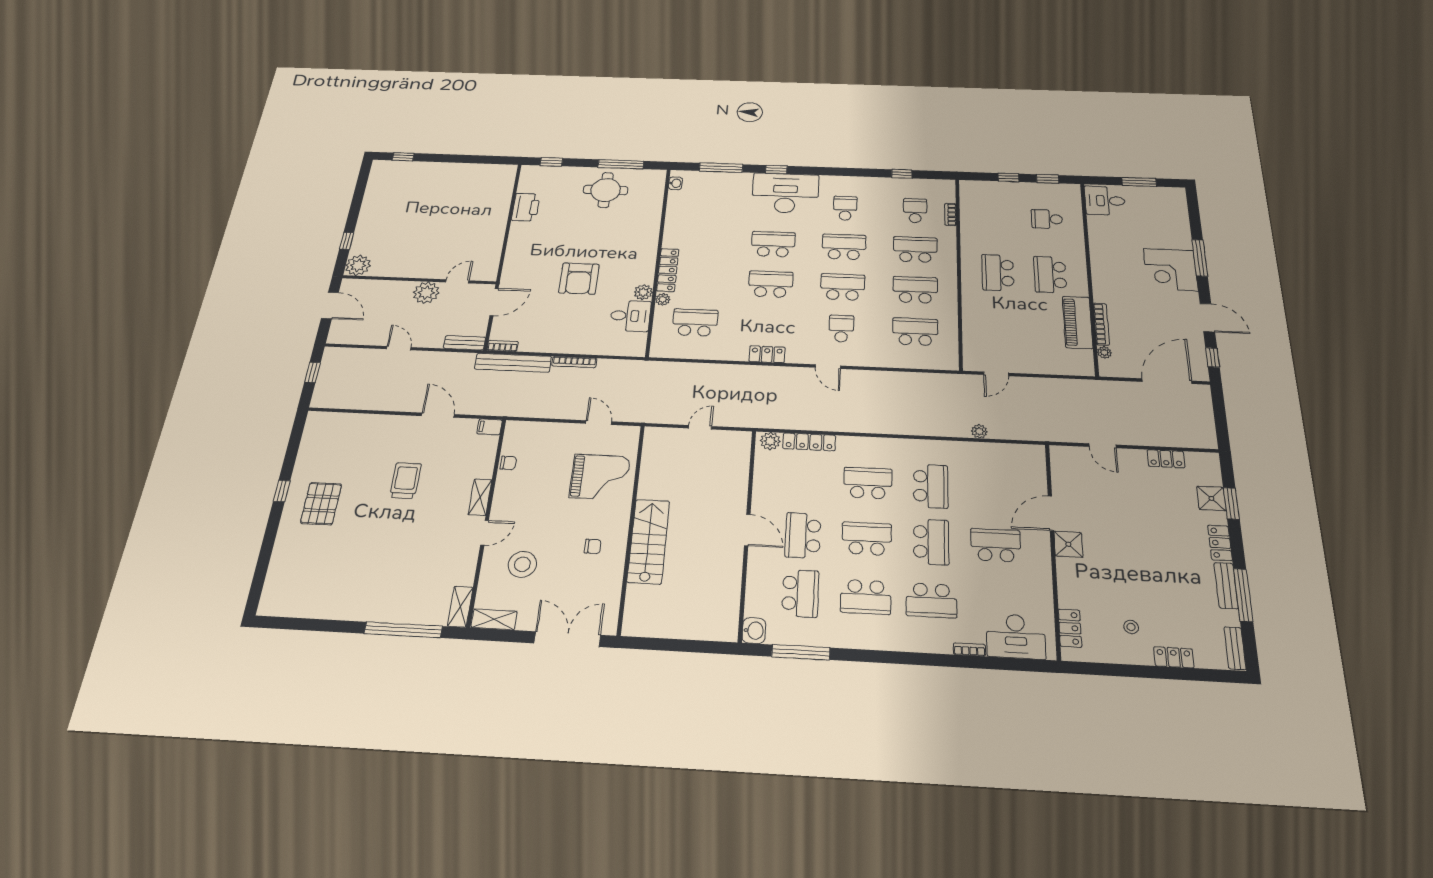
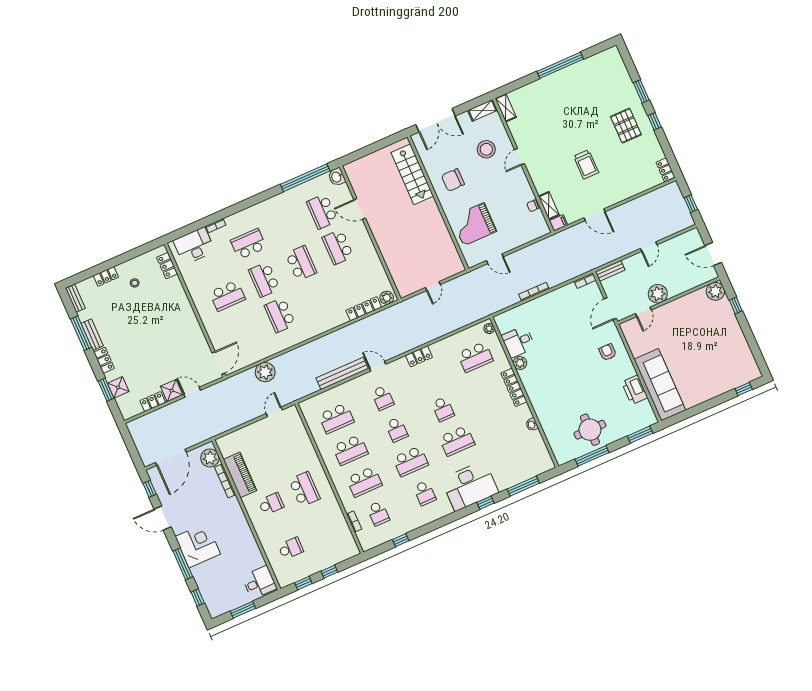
window: (551, 162) -> (640, 435), width x1.50
washbasin: (675, 183) -> (532, 425), moved
sofa: (493, 200) -> (660, 385), added
window: (1194, 216) -> (198, 598), added
school desk: (1050, 275) -> (271, 504), width x0.54
armchair: (579, 279) -> (608, 352), moved, width x0.53, depth x0.53
school desk: (771, 284) -> (443, 409), width x0.54
school desk: (843, 287) -> (397, 430), width x0.54
plant: (663, 299) -> (489, 329), moved
door: (399, 348) -> (649, 247), hinge flipped
plant: (1104, 352) -> (210, 458), width x1.87, depth x1.87
bench: (513, 363) -> (342, 373), moved
locker: (313, 426) -> (665, 170), added
plant: (979, 431) -> (265, 372), width x1.88, depth x1.88
school desk: (868, 483) -> (317, 299), removed
shelving: (480, 497) -> (549, 206), moved
door: (1051, 513) -> (218, 363), moved
door: (747, 530) -> (360, 209), moved
school desk: (803, 535) -> (338, 247), turned 180
window: (270, 537) -> (641, 91), added
school desk: (867, 539) -> (301, 263), turned -90
stairs: (648, 541) -> (412, 174), moved
shower: (1068, 544) -> (172, 391), moved
chair: (593, 546) -> (453, 180), width x1.87, depth x1.87
school desk: (866, 597) -> (285, 228), removed
window: (403, 630) -> (560, 65), moved
window: (801, 652) -> (305, 178), width x1.46

